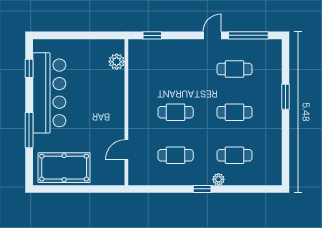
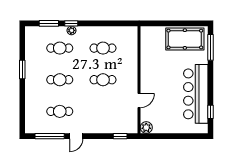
plant: (117, 62) -> (146, 127), moved
window: (286, 97) -> (22, 69), moved
window: (29, 130) -> (211, 47), moved
door: (126, 150) -> (139, 100), moved
window: (202, 189) -> (71, 23), moved
window: (249, 189) -> (49, 23), added

